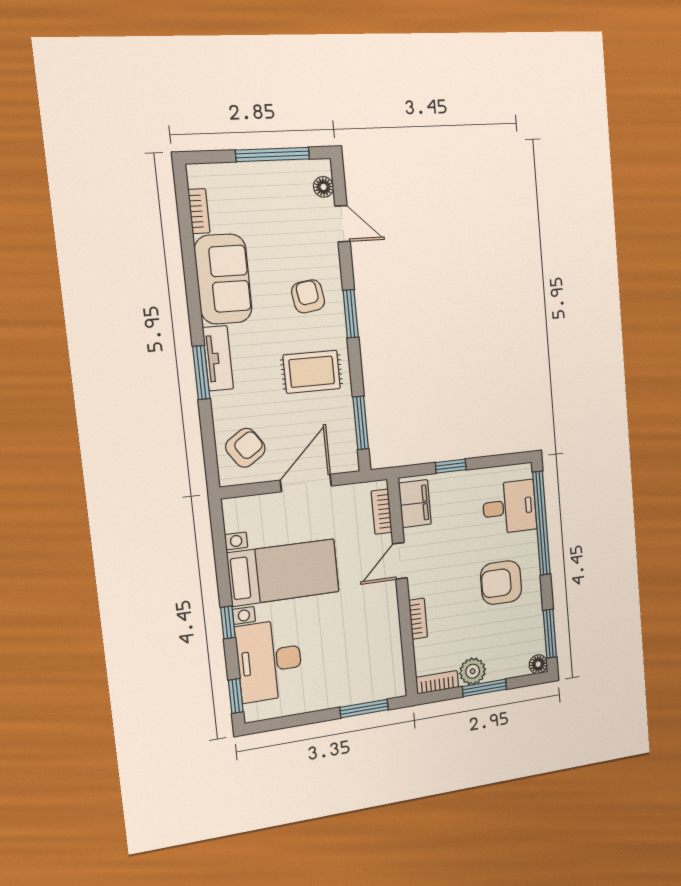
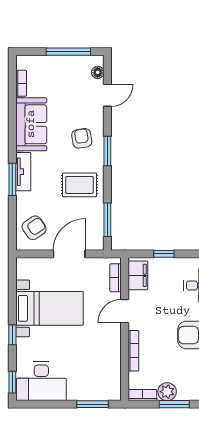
door: (342, 224) -> (107, 95), hinge flipped
bookcase: (418, 619) -> (133, 351), width x1.56
desk: (269, 661) -> (41, 381), moved, turned -90

